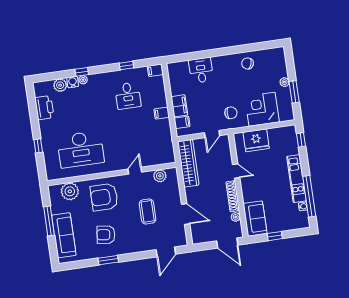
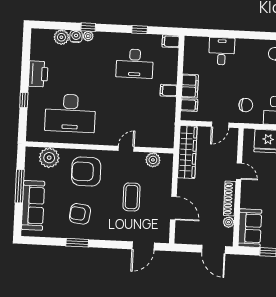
desk: (128, 96) -> (135, 64), width x1.37
printer: (44, 108) -> (38, 74), moved

